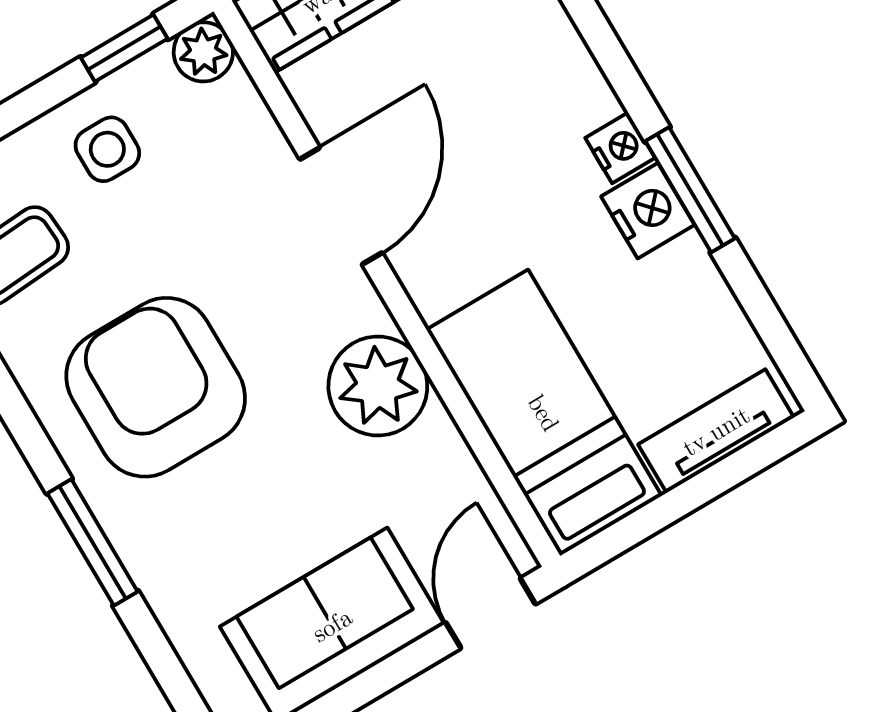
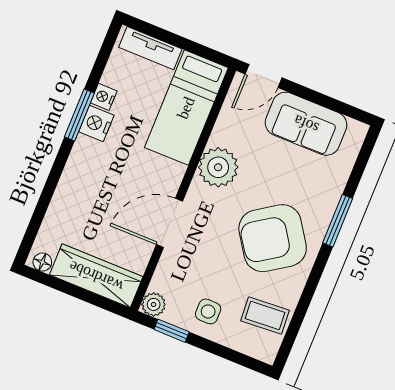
nightstand: (620, 148) -> (104, 97), moved
armchair: (156, 387) -> (273, 238), turned 56

